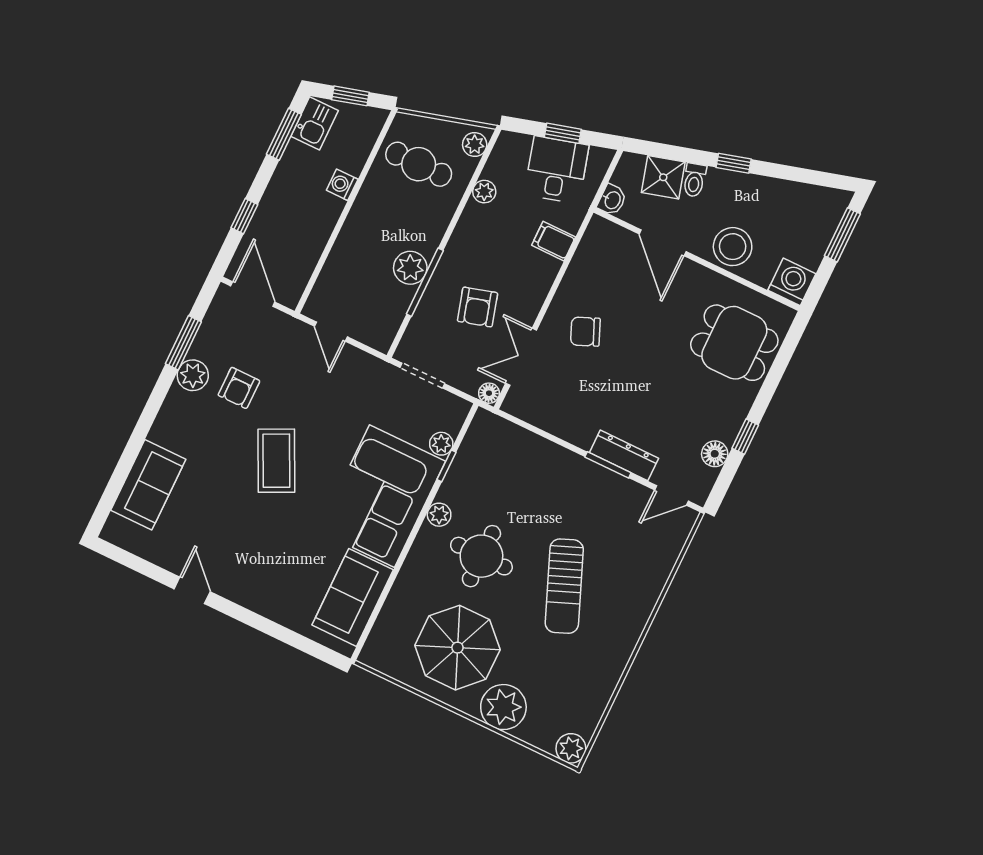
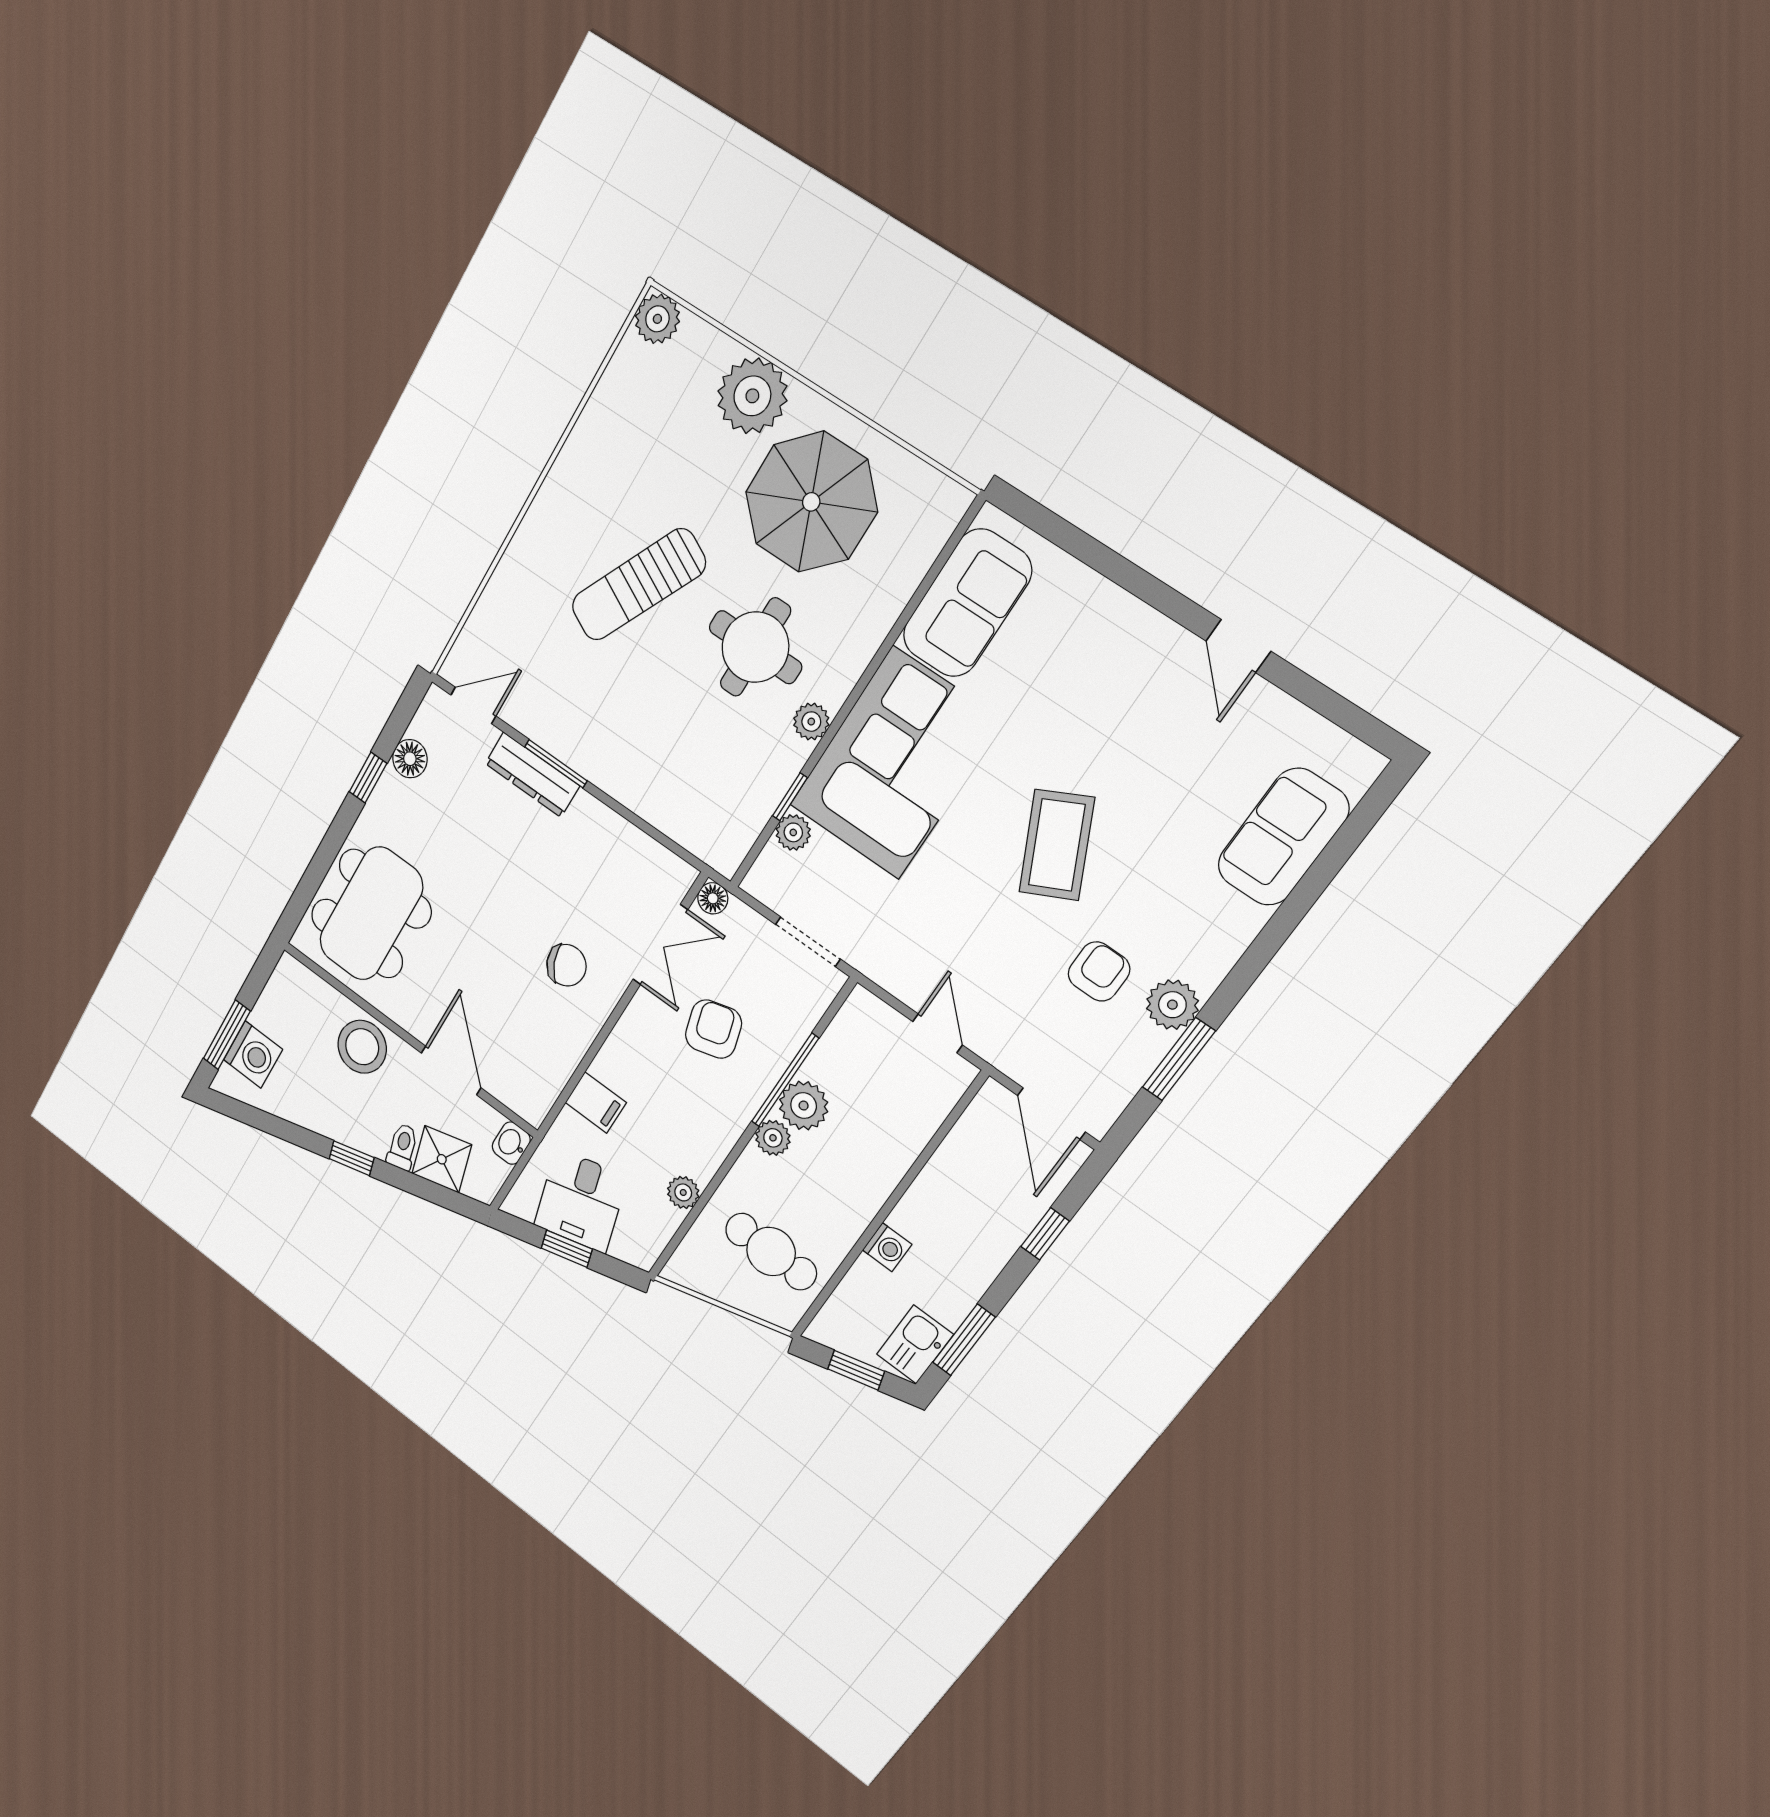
plant: (475, 145) -> (773, 1138), moved
washing machine: (792, 282) -> (253, 1055), moved, turned -90
dining table: (734, 343) -> (371, 914), width x1.38
sun lounger: (564, 586) -> (638, 585), turned -131

